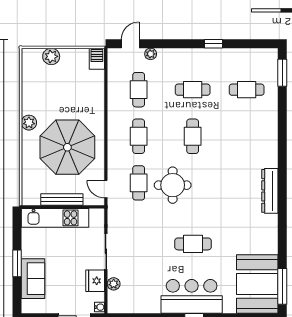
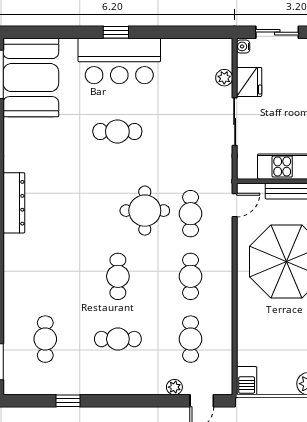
window: (213, 44) -> (68, 401), moved
cafe table: (247, 90) -> (45, 339), turned 90
door: (106, 189) -> (235, 205), hinge flipped

